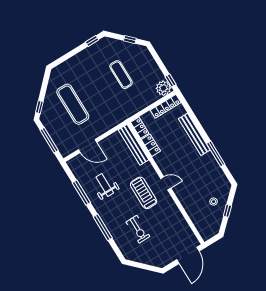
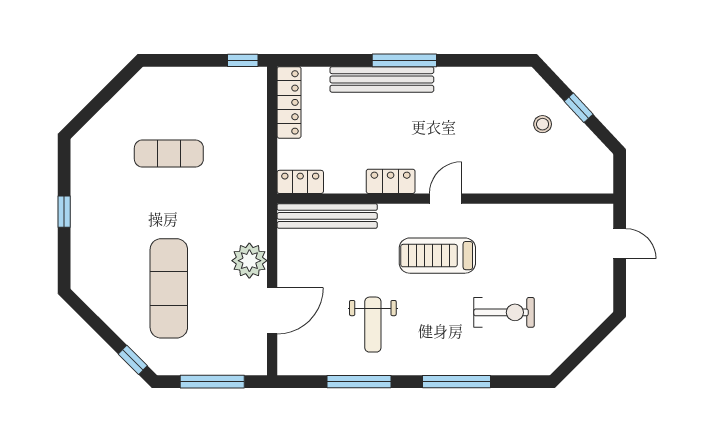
window: (130, 40) -> (109, 92), removed
window: (92, 41) -> (64, 212), moved
plant: (163, 88) -> (249, 261), moved
exercise mat: (73, 104) -> (169, 288), turned 90
locker: (151, 145) -> (391, 181), moved
window: (216, 154) -> (404, 60), moved
weight bench: (105, 185) -> (373, 325), turned -90
door: (188, 255) -> (620, 244), width x0.53

